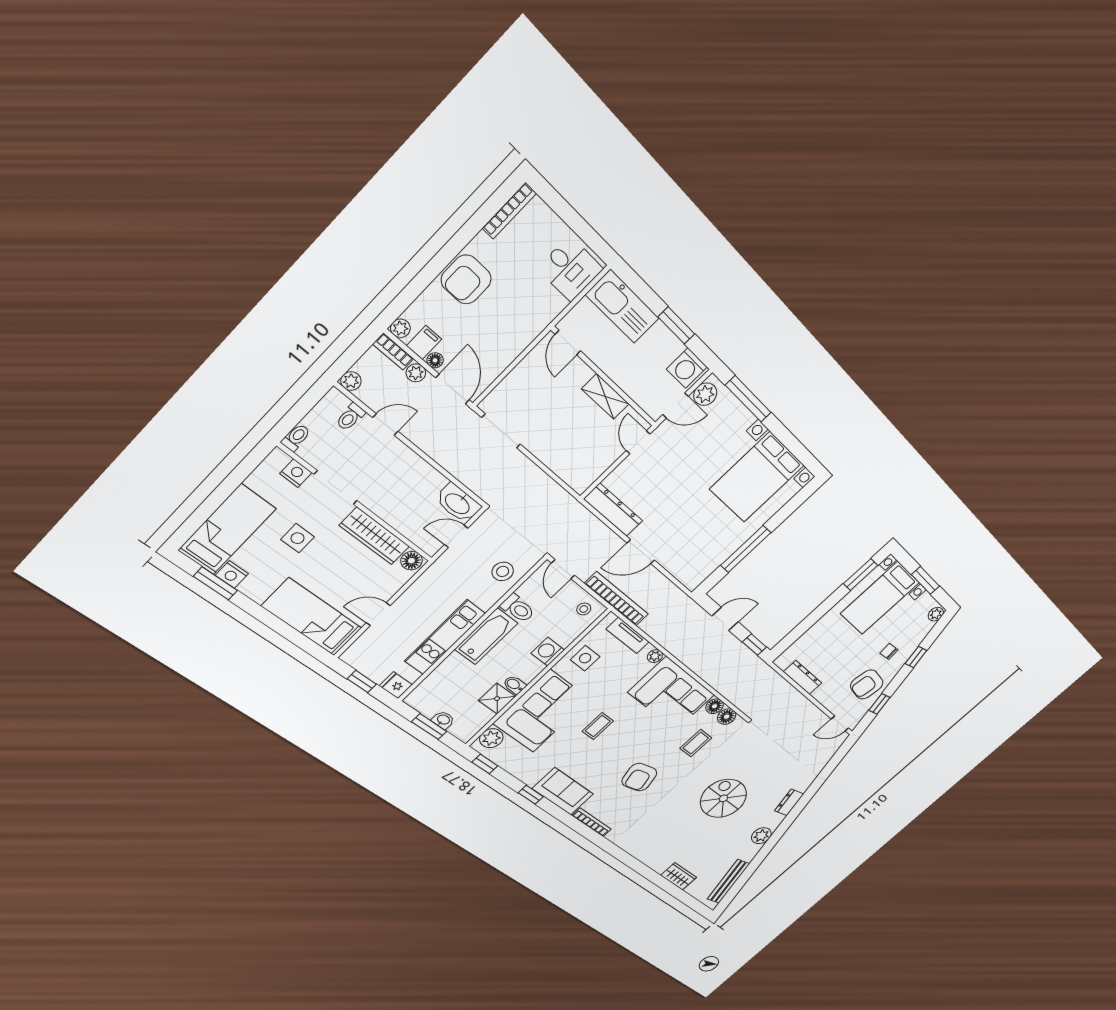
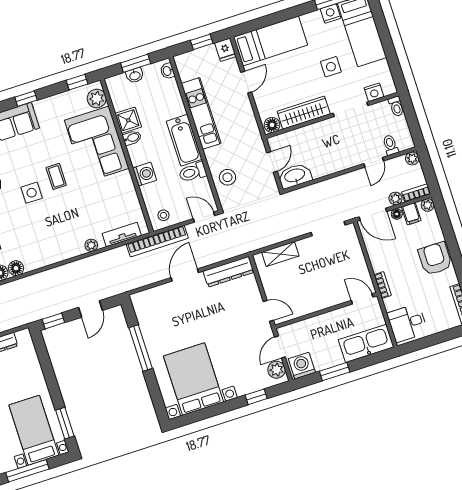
bookcase: (537, 327) -> (383, 285), added
shelving: (605, 397) -> (280, 254), moved
window: (748, 399) -> (256, 397), width x0.46
window: (925, 580) -> (27, 471), width x1.44
side table: (585, 658) -> (32, 193), moved
fridge: (396, 685) -> (225, 50), moved, turned 90
washbasin: (418, 694) -> (167, 71), added
corner sofa: (671, 694) -> (50, 242), removed

